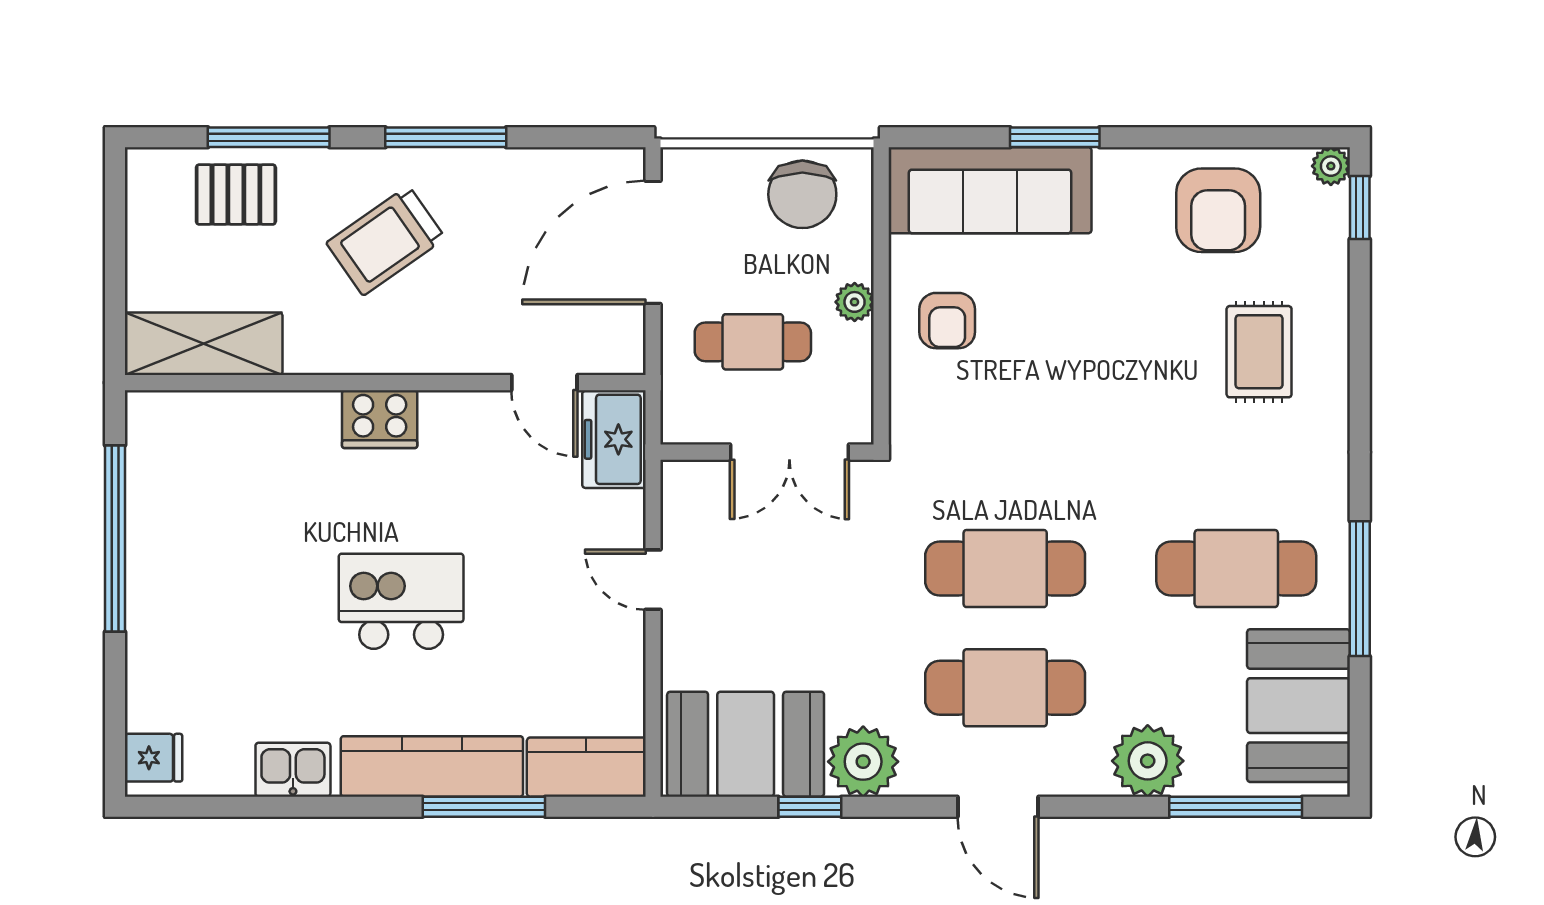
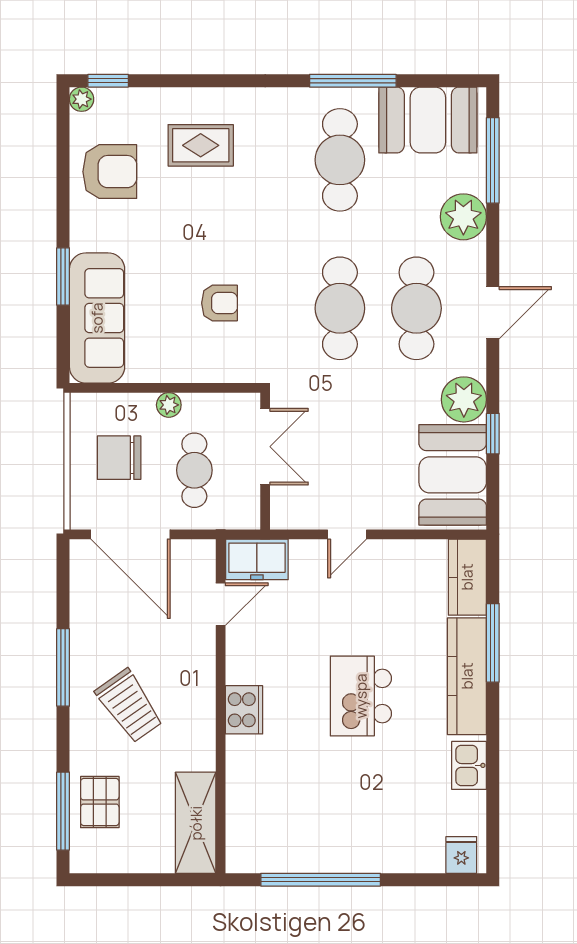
window: (269, 137) -> (63, 811), moved
chair: (802, 194) -> (119, 458), moved, turned 180
armchair: (947, 321) -> (220, 303), moved

